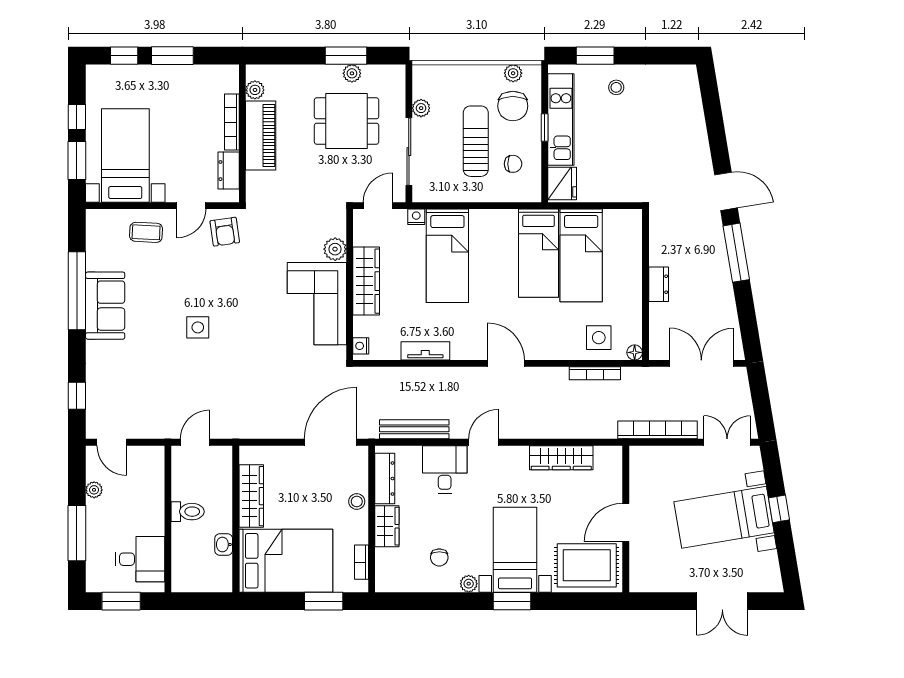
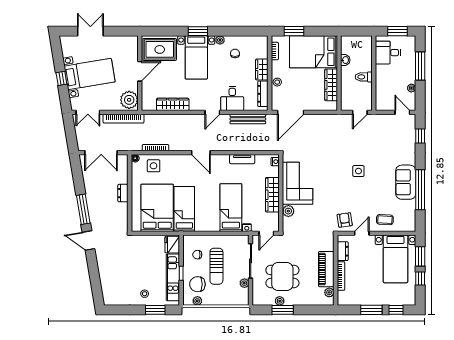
chair: (513, 106) -> (197, 284), turned -90
bed: (581, 255) -> (157, 208), width x1.50
plant: (646, 467) -> (129, 100), added

